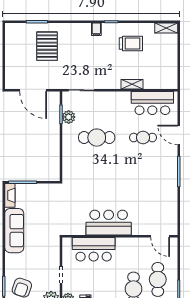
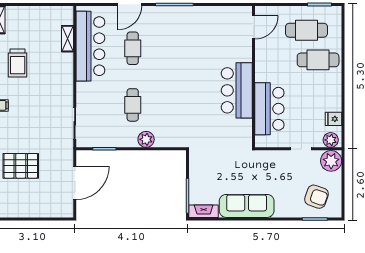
trolley: (131, 43) -> (18, 63), turned 180
shelving: (132, 84) -> (67, 39), moved
bar counter: (152, 103) -> (90, 46), width x1.36
plant: (69, 117) -> (146, 139), moved
cafe table: (97, 138) -> (133, 105), width x0.73, depth x0.74

